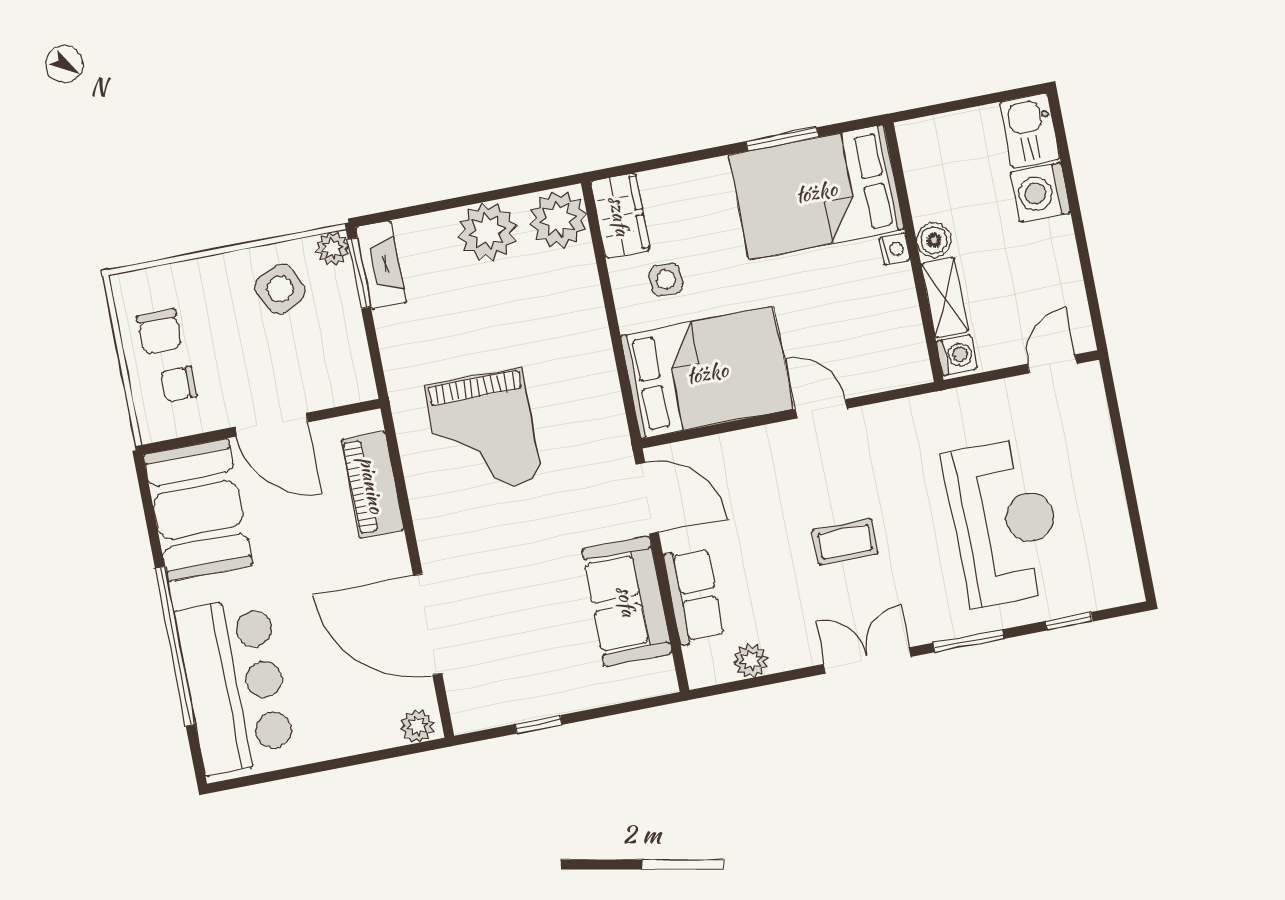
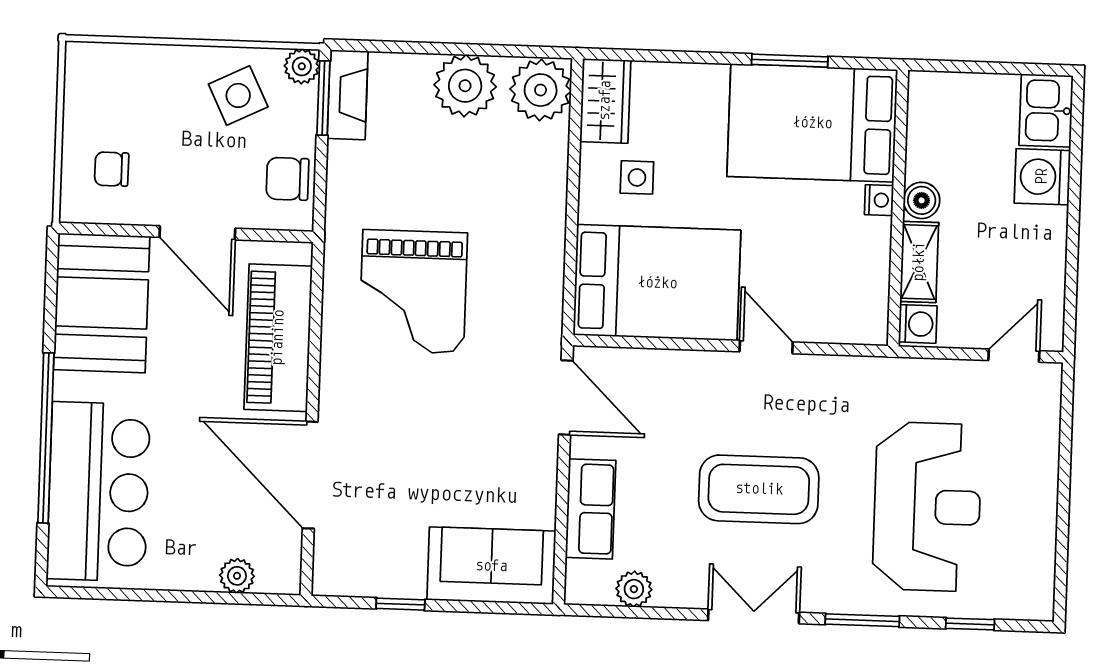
chair: (159, 332) -> (287, 179), moved, turned 90
piano: (372, 485) -> (278, 338), width x1.37, depth x1.33
coffee table: (845, 542) -> (759, 489), width x1.86, depth x1.72
sofa: (627, 601) -> (491, 566), moved, turned 90
plant: (417, 726) -> (237, 576), moved

